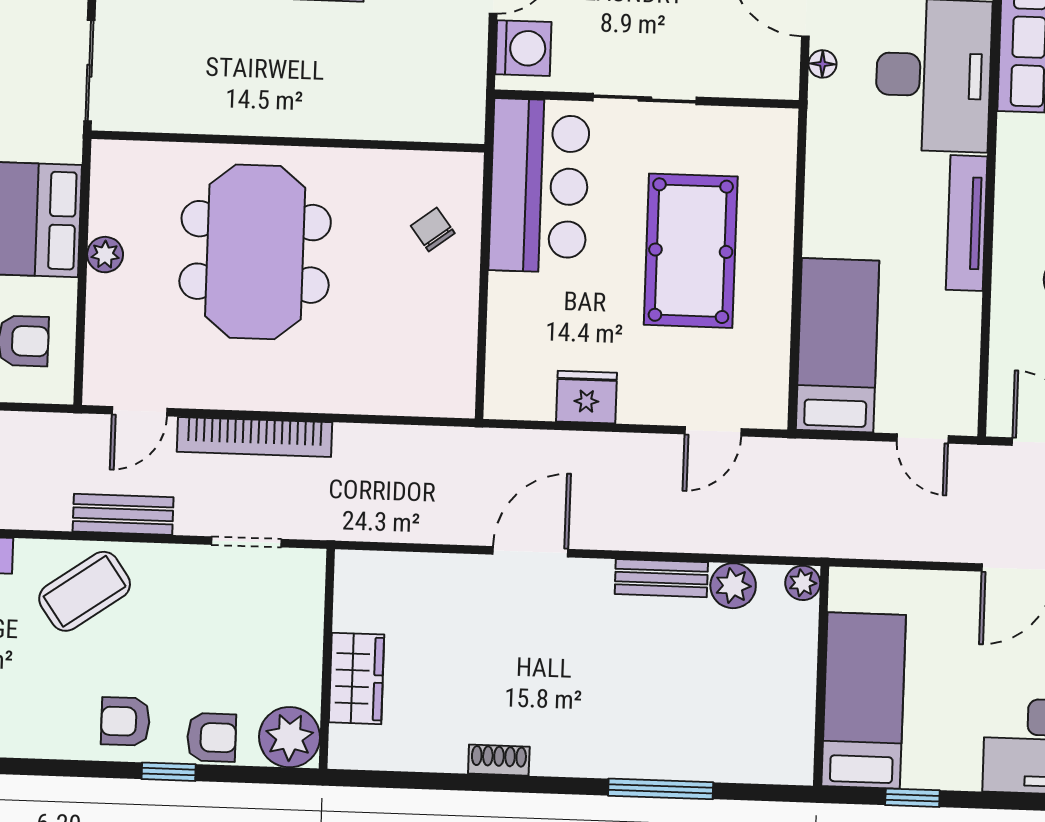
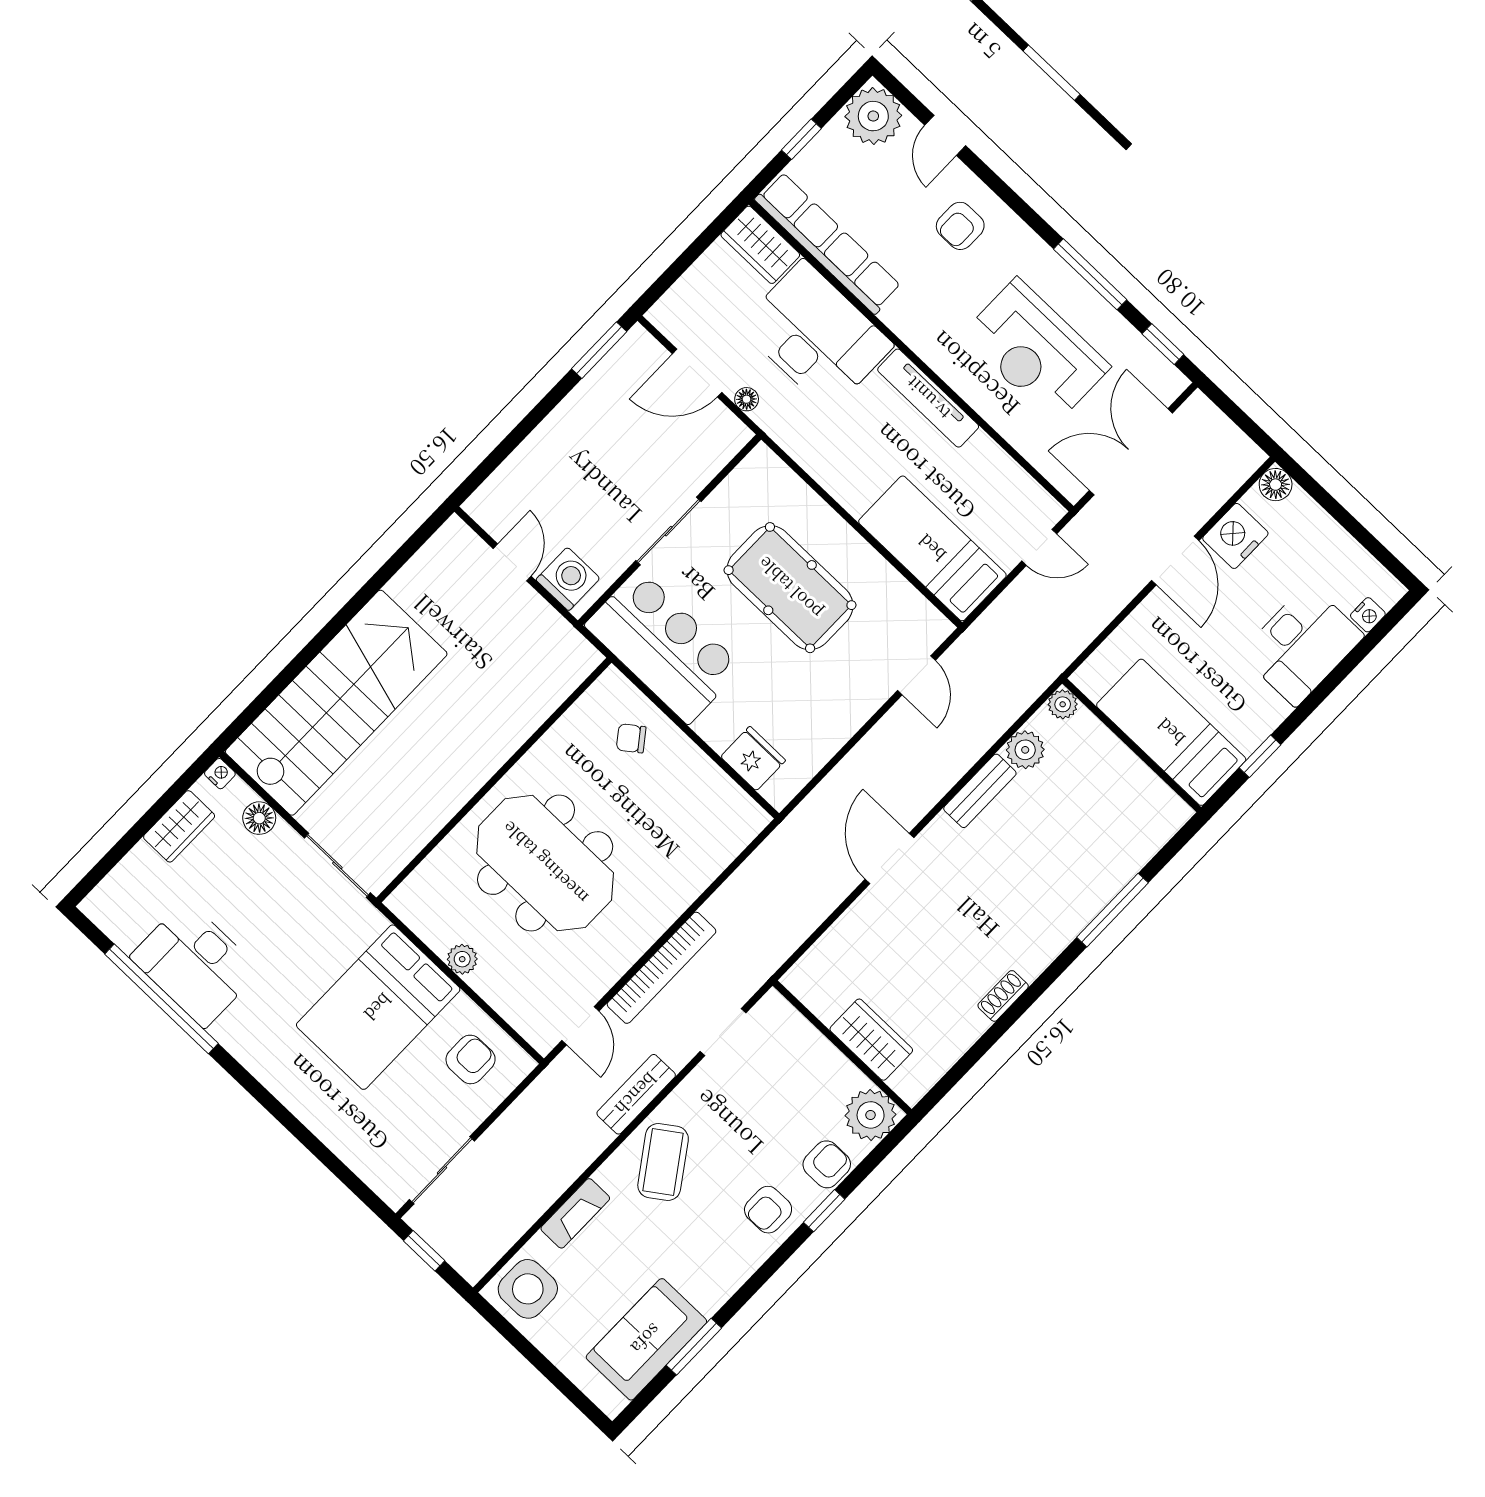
fridge: (586, 397) -> (753, 759), moved, turned 90

